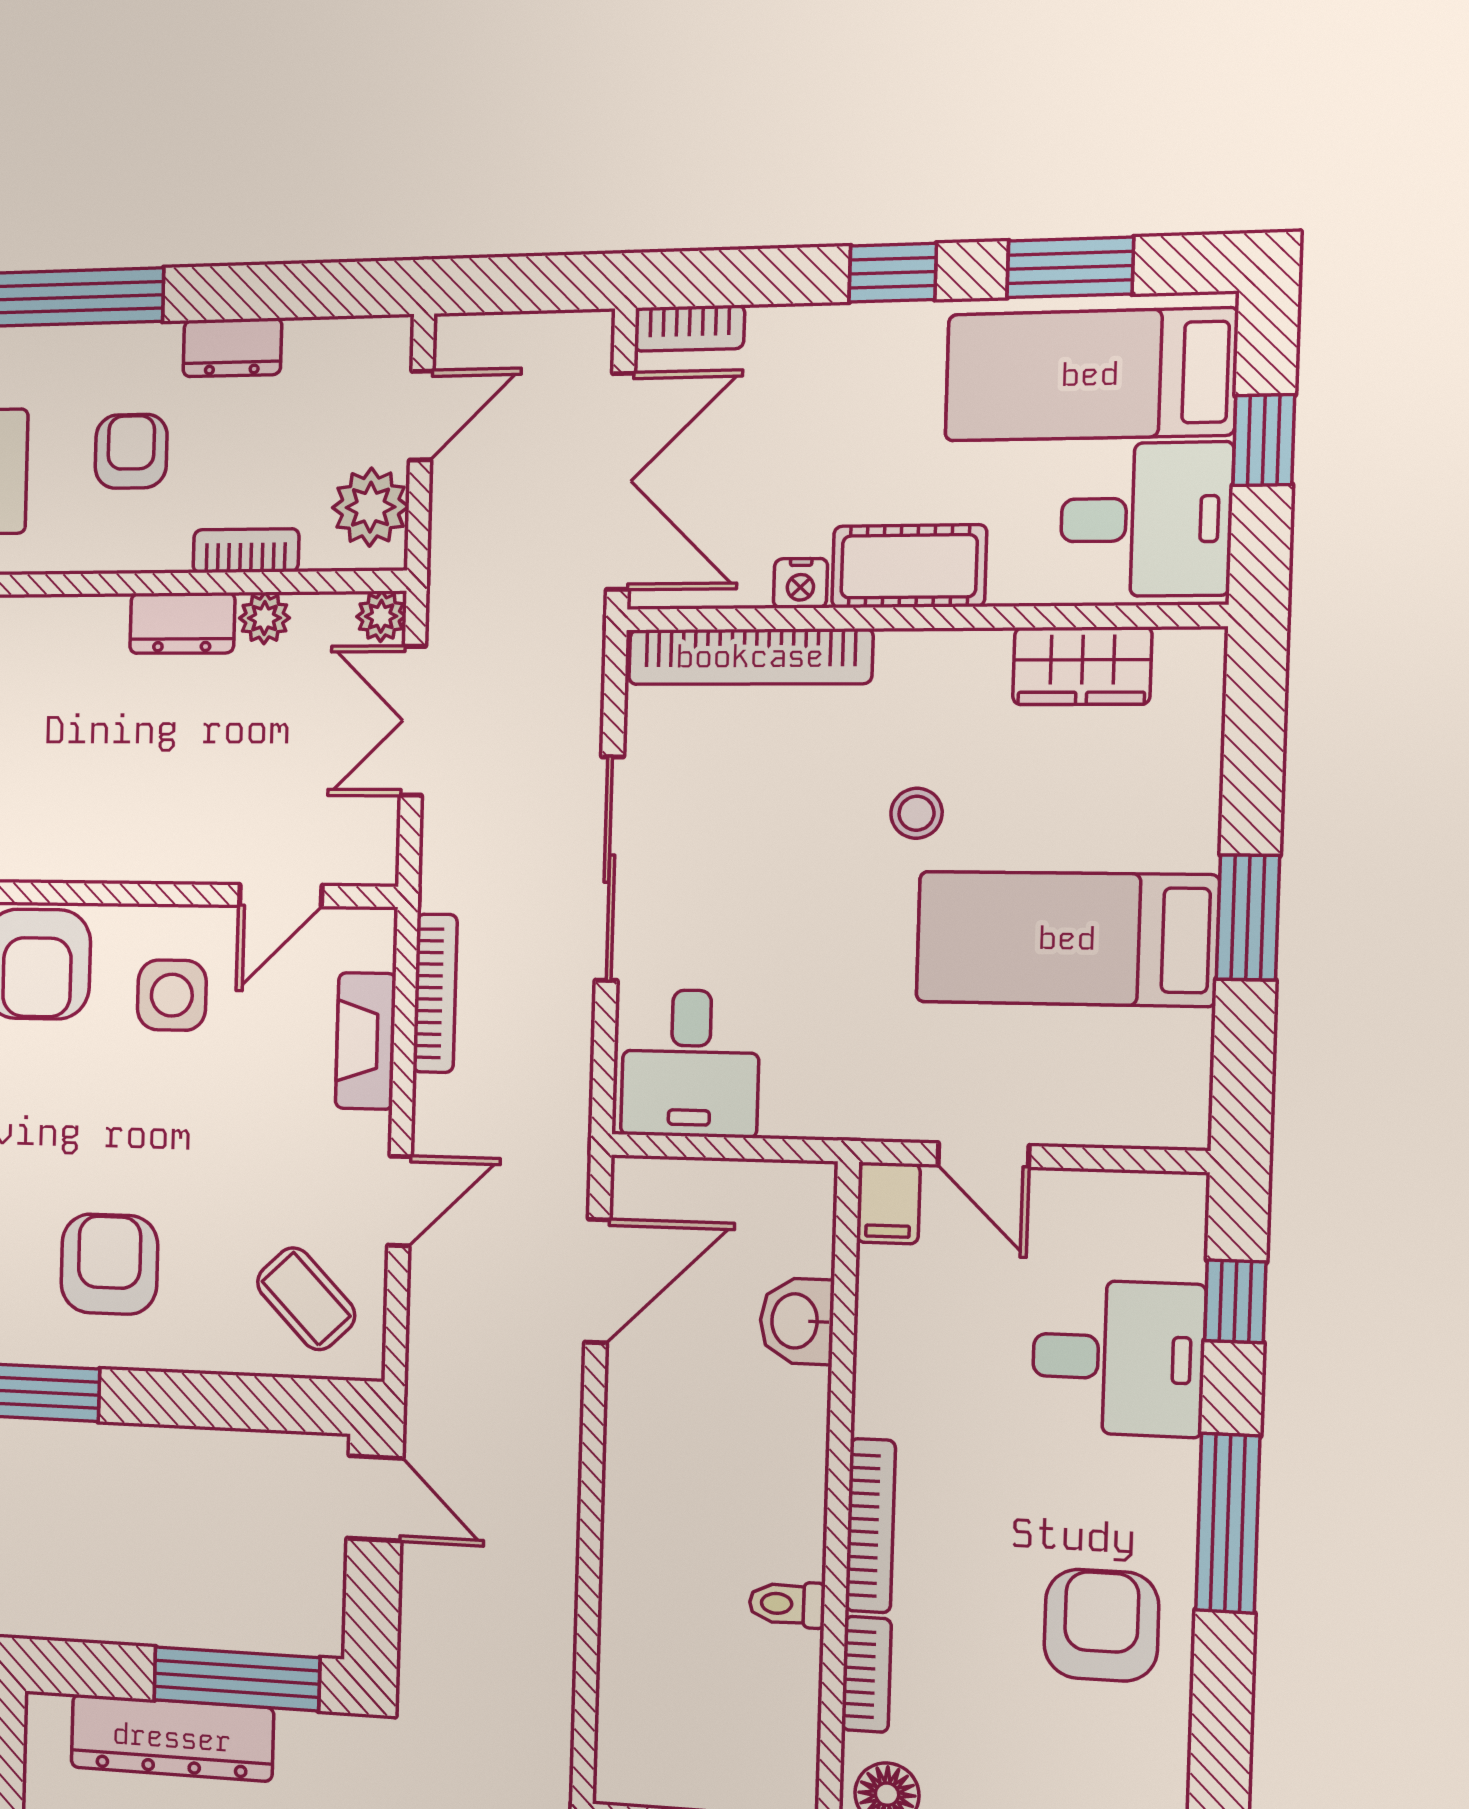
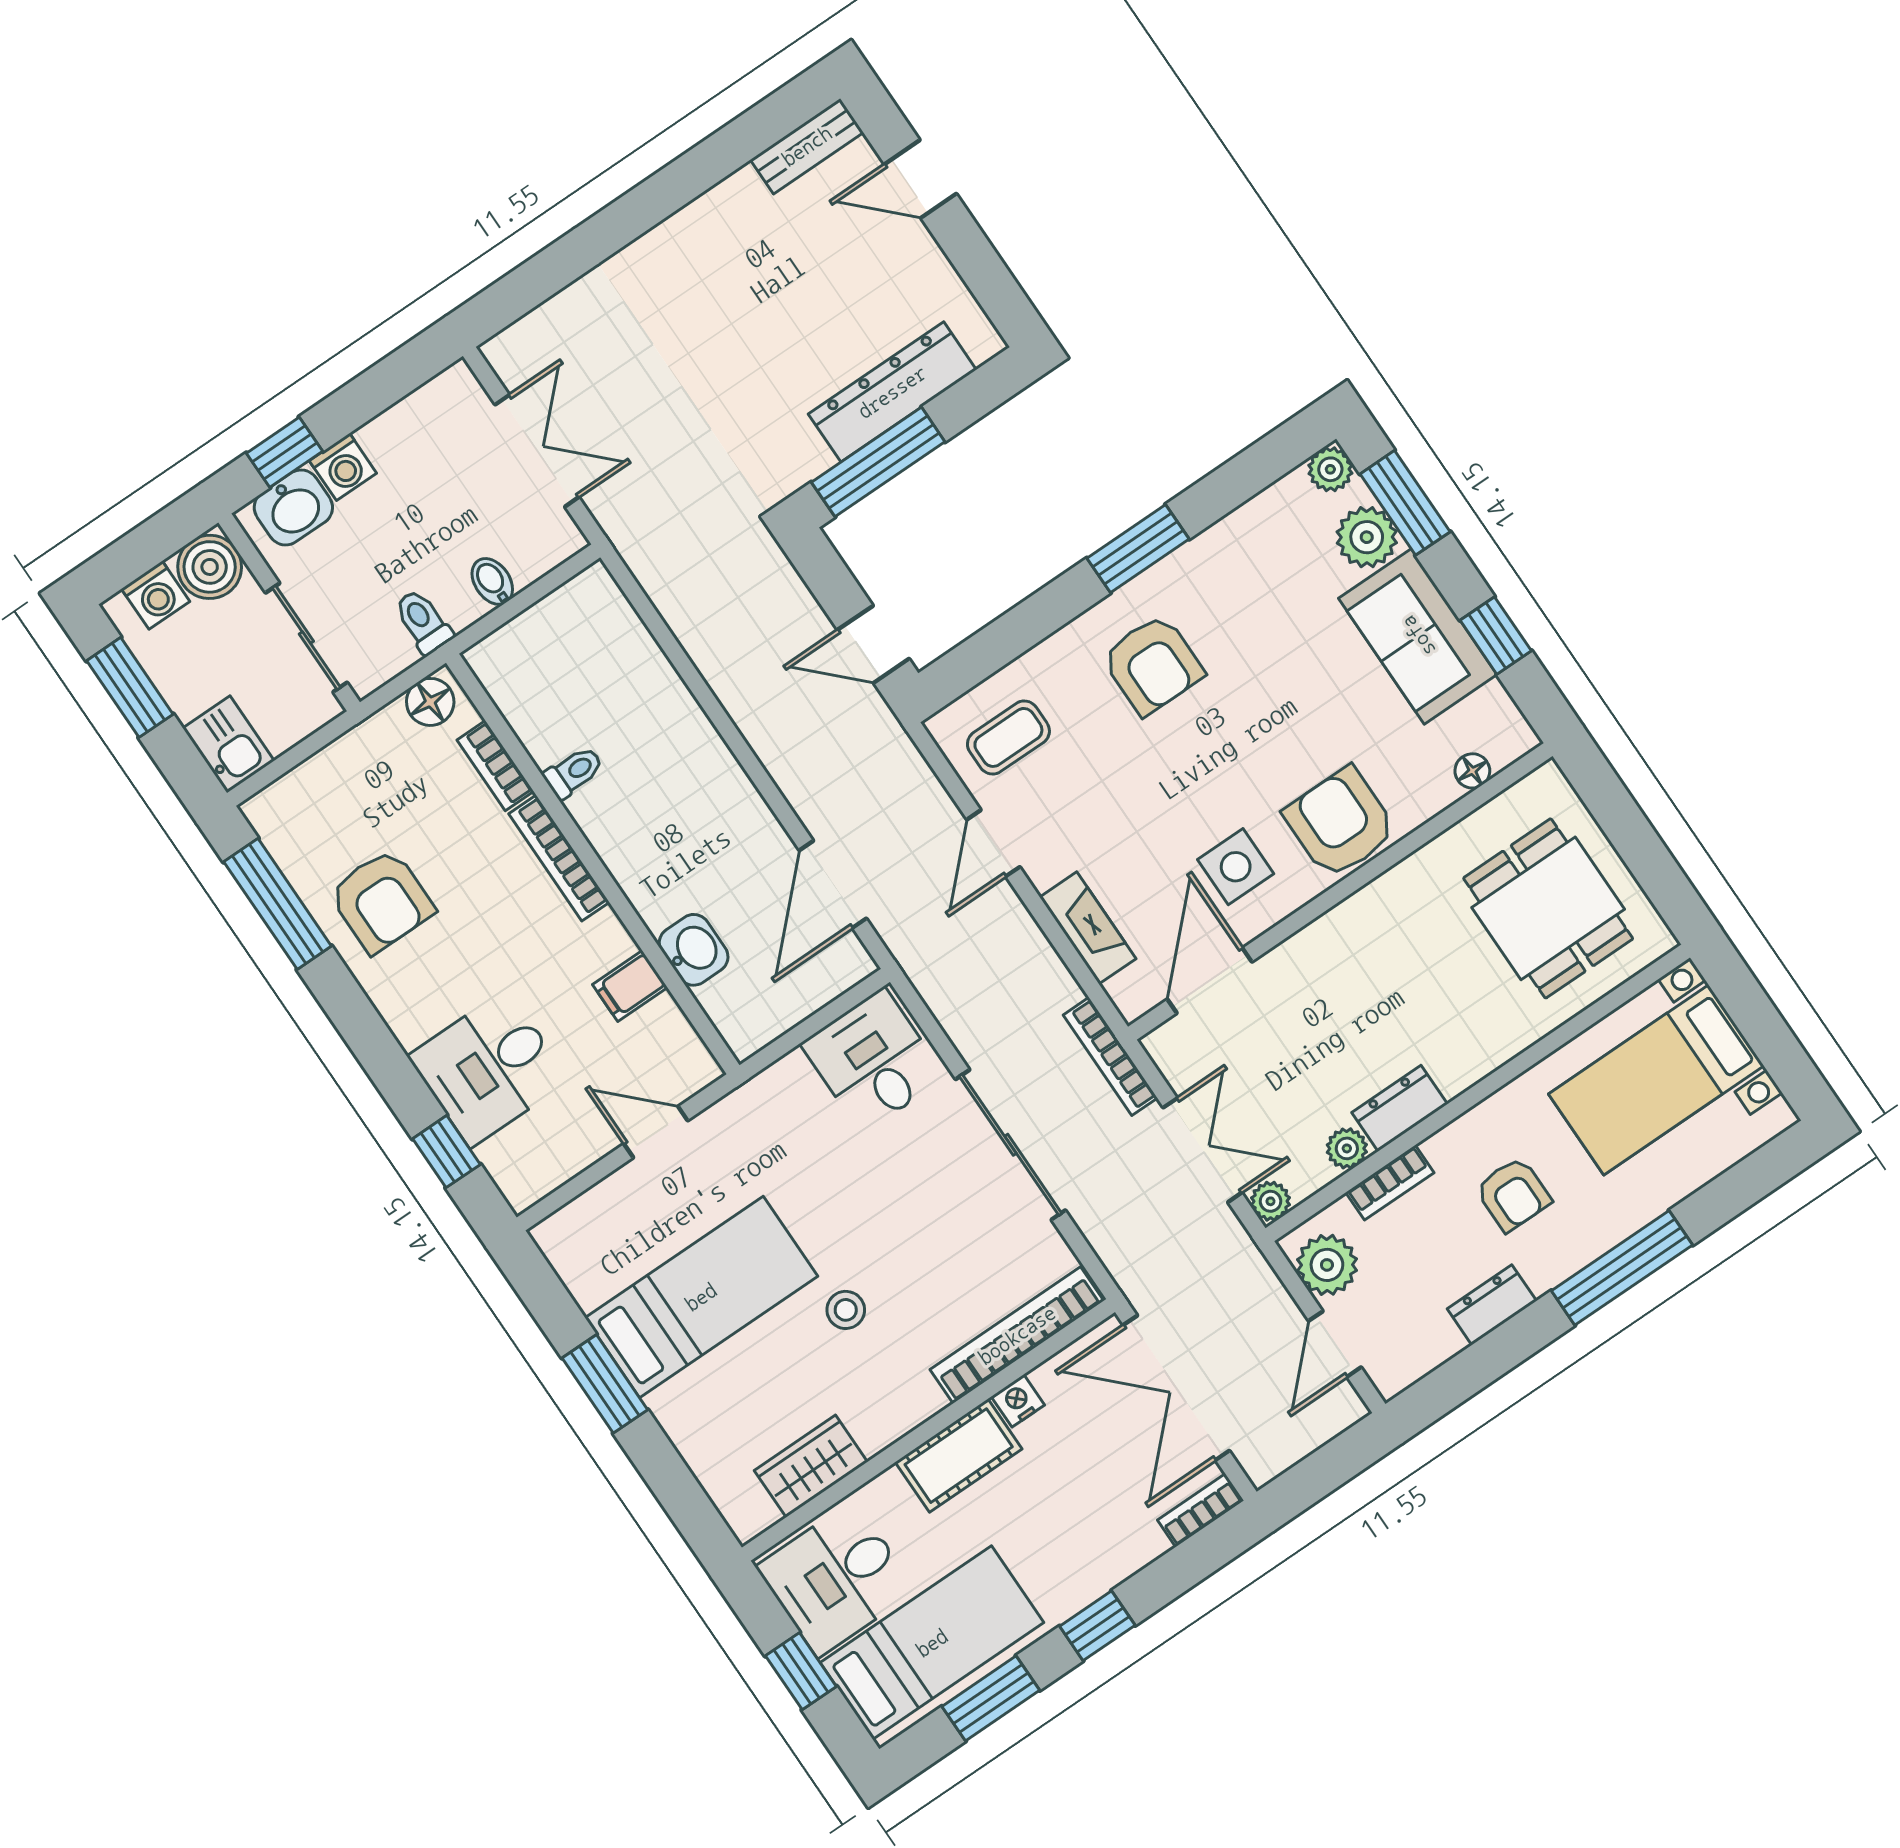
door: (281, 896) -> (1210, 981), width x1.38
bookcase: (435, 993) -> (1110, 1056), moved
filing cabinet: (888, 1203) -> (630, 986), moved, turned -90
coffee table: (306, 1299) -> (1008, 737), turned -46
window: (1228, 1523) -> (278, 904), moved

